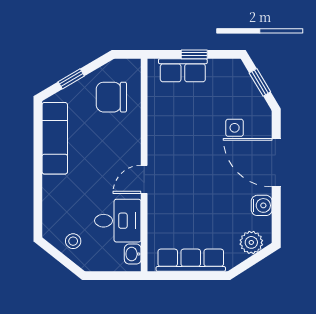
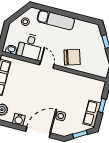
row of seats: (183, 70) -> (92, 113), moved
chair: (111, 97) -> (72, 57), moved, turned 73
exam couch: (55, 138) -> (56, 20), moved

